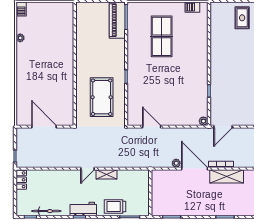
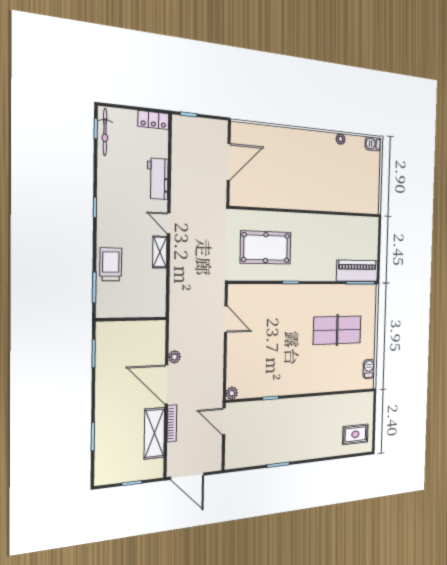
door: (152, 127) -> (226, 319), hinge flipped
door: (194, 169) -> (166, 384), swing flipped
workbench: (83, 209) -> (158, 179), moved, turned 180
bicycle: (46, 211) -> (105, 132), moved

